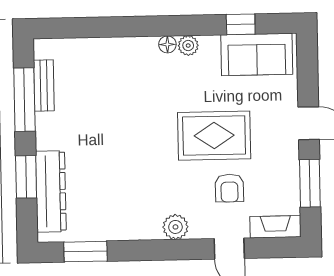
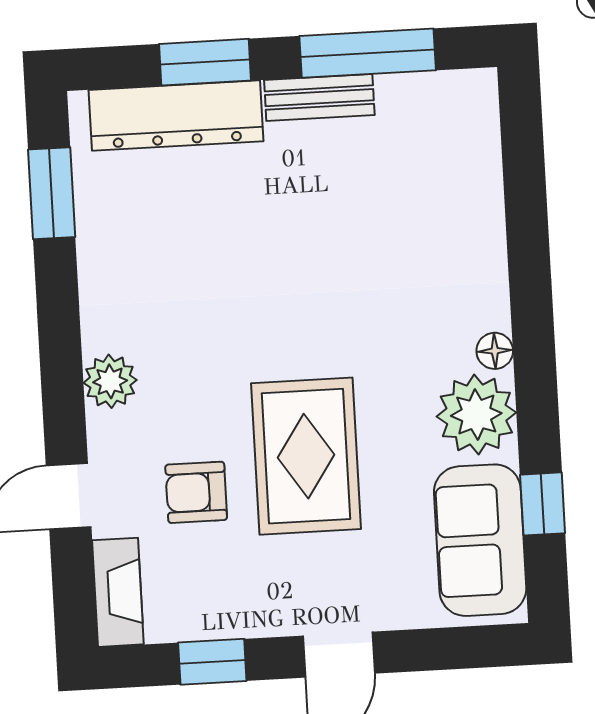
plant: (188, 46) -> (476, 415), width x1.88, depth x1.88
bench: (44, 86) -> (319, 98), moved
window: (310, 183) -> (212, 662), width x0.67

